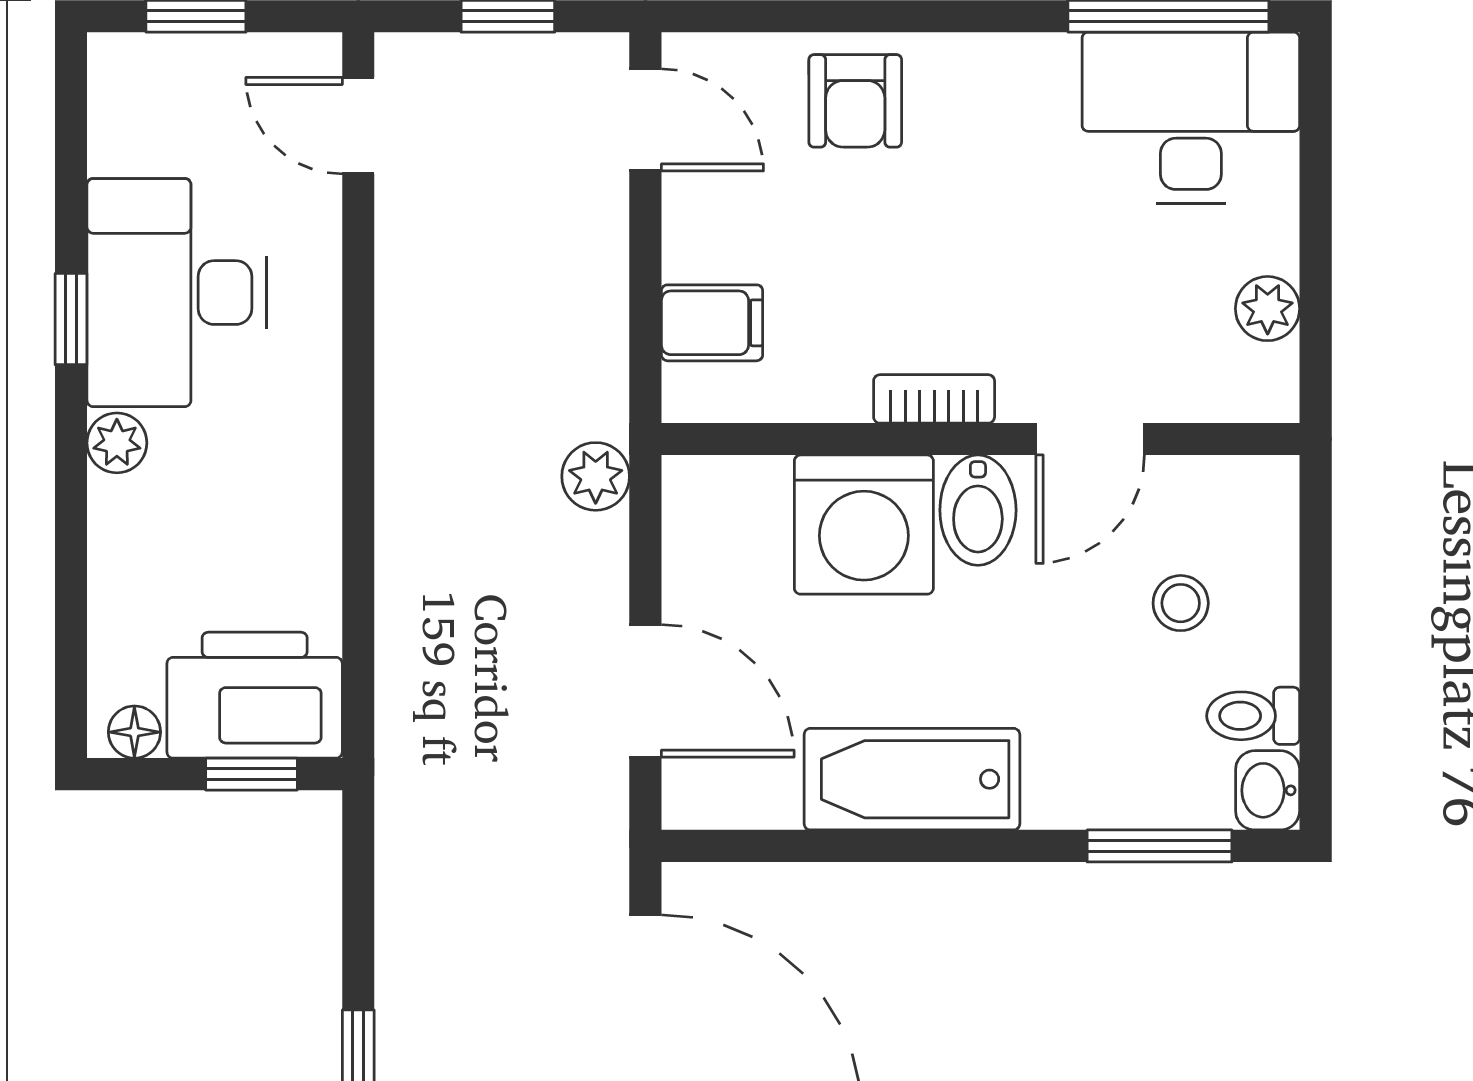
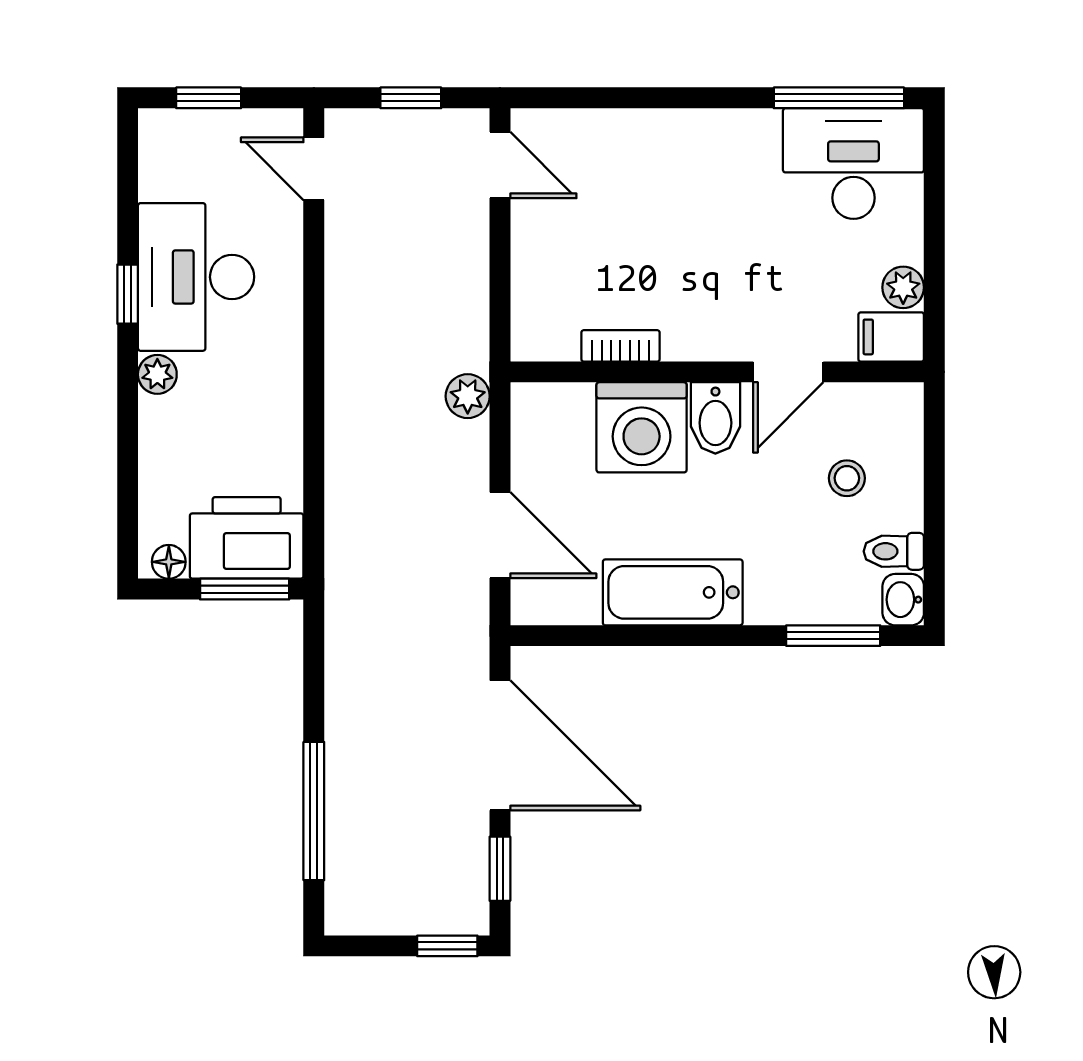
armchair: (855, 101) -> (636, 153), removed
filing cabinet: (712, 323) -> (891, 337), moved, turned 180
bookcase: (934, 399) -> (620, 346), moved
window: (251, 774) -> (245, 589), width x1.50

